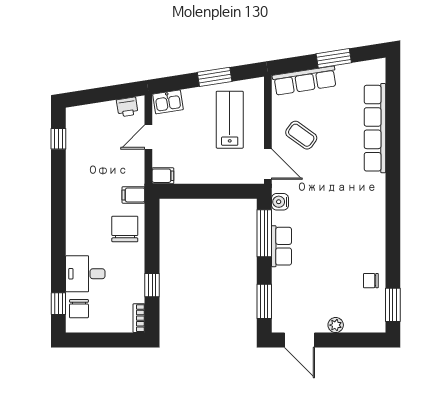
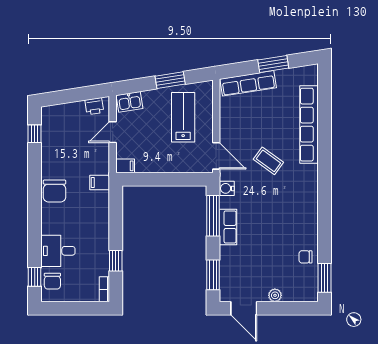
coffee table: (301, 135) -> (268, 161), moved
chair: (125, 229) -> (55, 191), moved, turned 180

